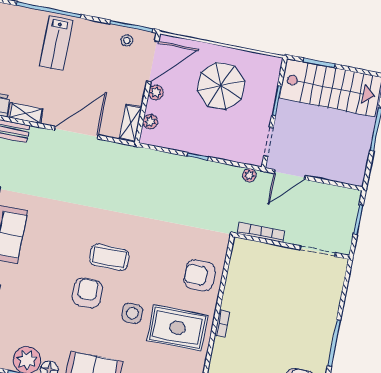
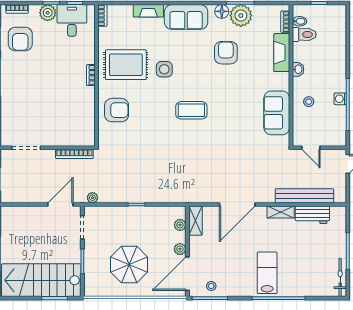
armchair: (87, 293) -> (226, 53), moved, turned 180

